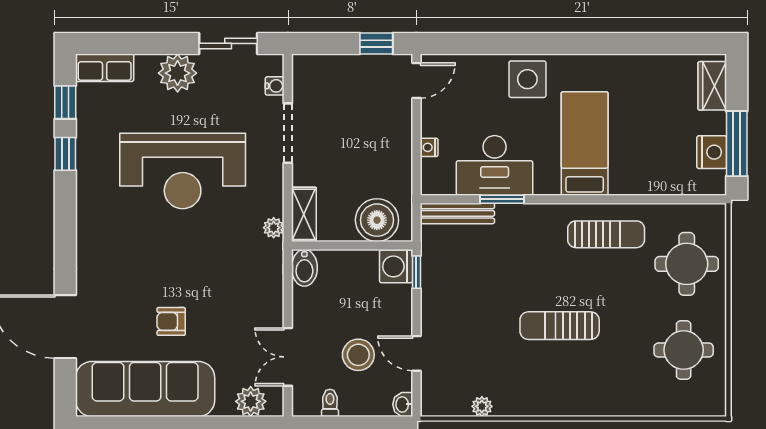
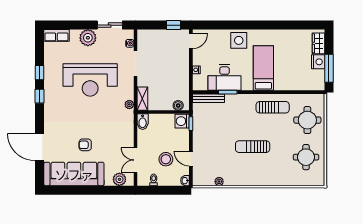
window: (65, 102) -> (39, 96), moved
nightstand: (712, 152) -> (318, 62), moved
boiler: (377, 220) -> (178, 105), width x0.54, depth x0.54

